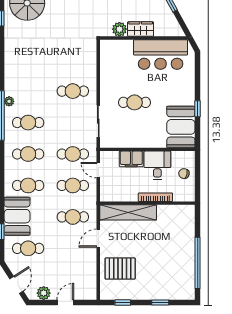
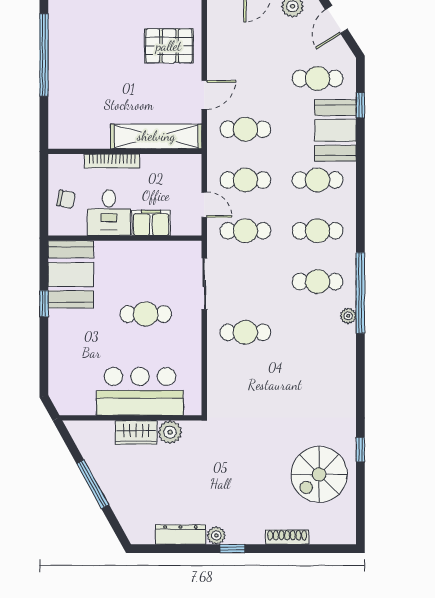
bar counter: (161, 55) -> (140, 391), moved

